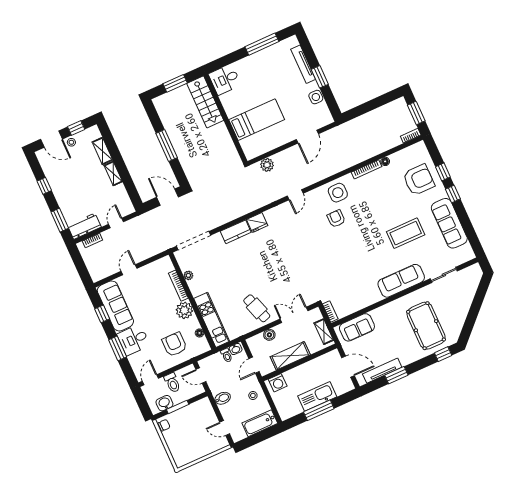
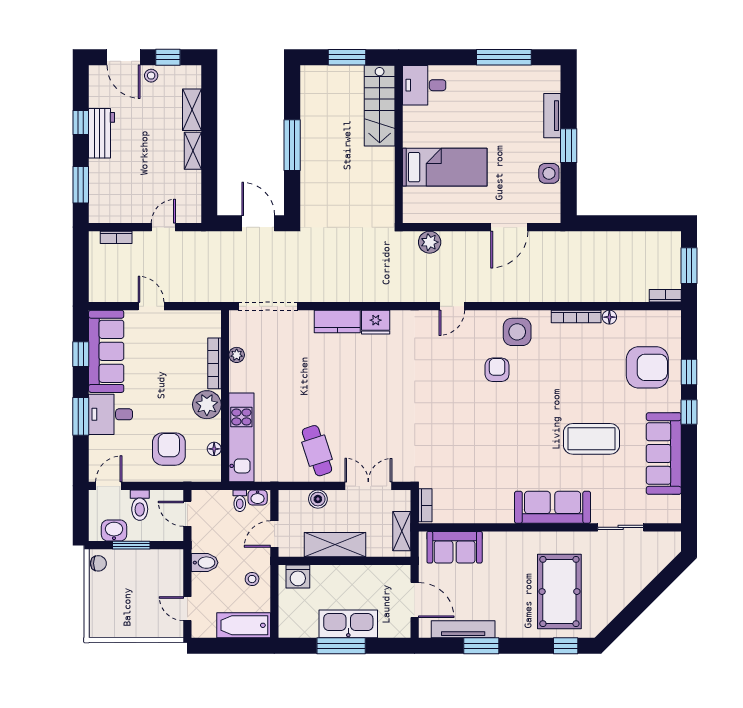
tv unit: (303, 64) -> (552, 116), width x0.71
workbench: (84, 226) -> (102, 133), moved, turned 90
door: (129, 270) -> (151, 306), hinge flipped

